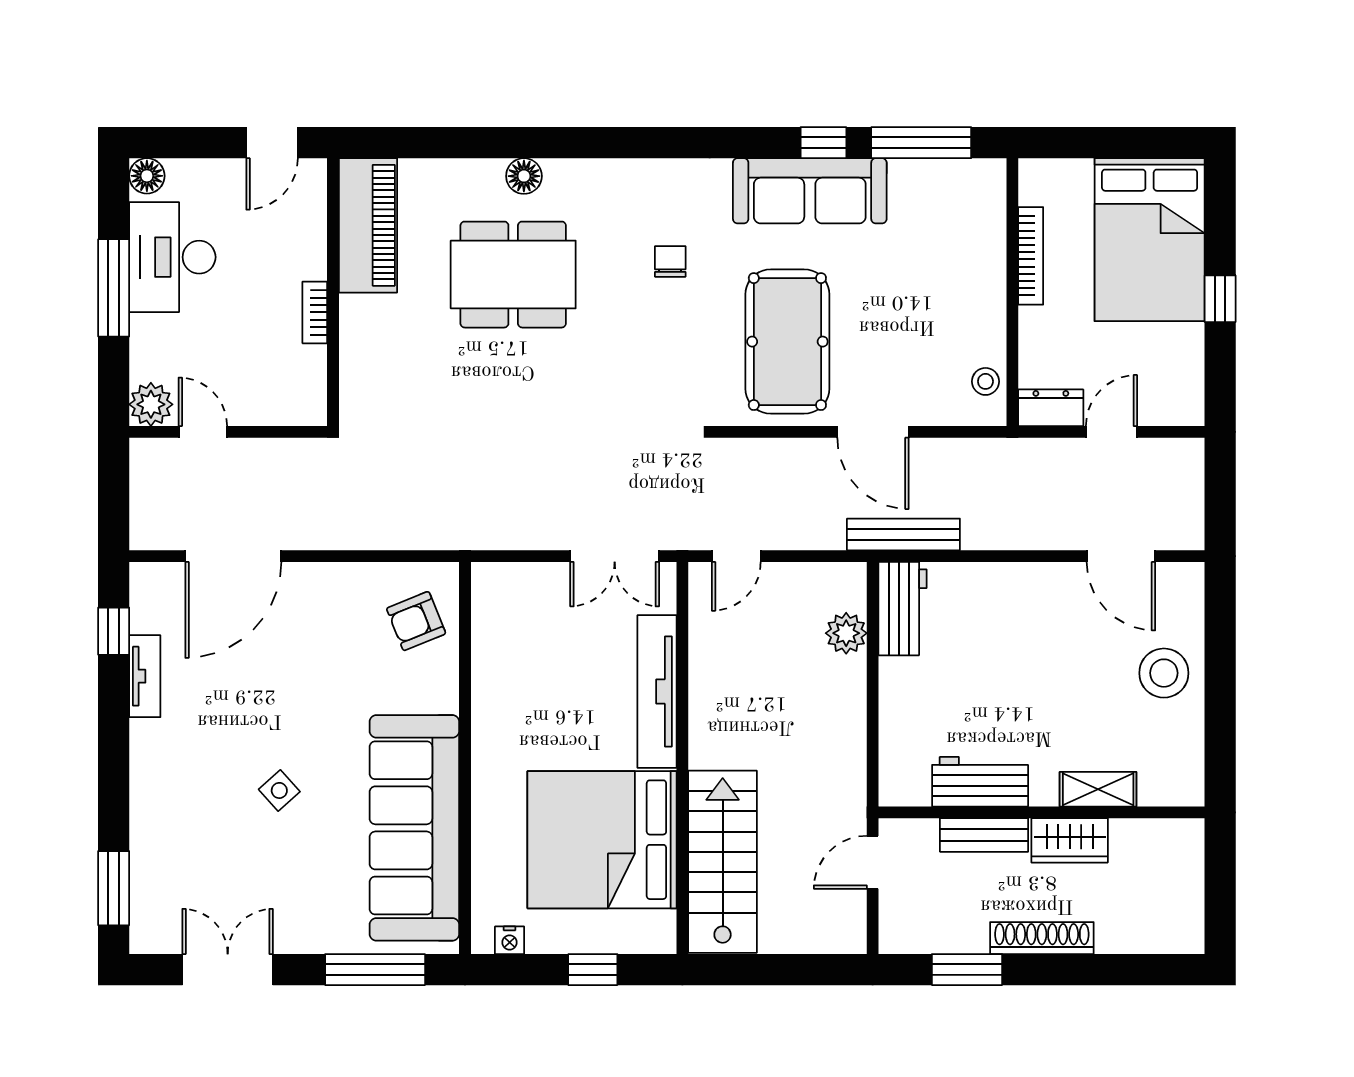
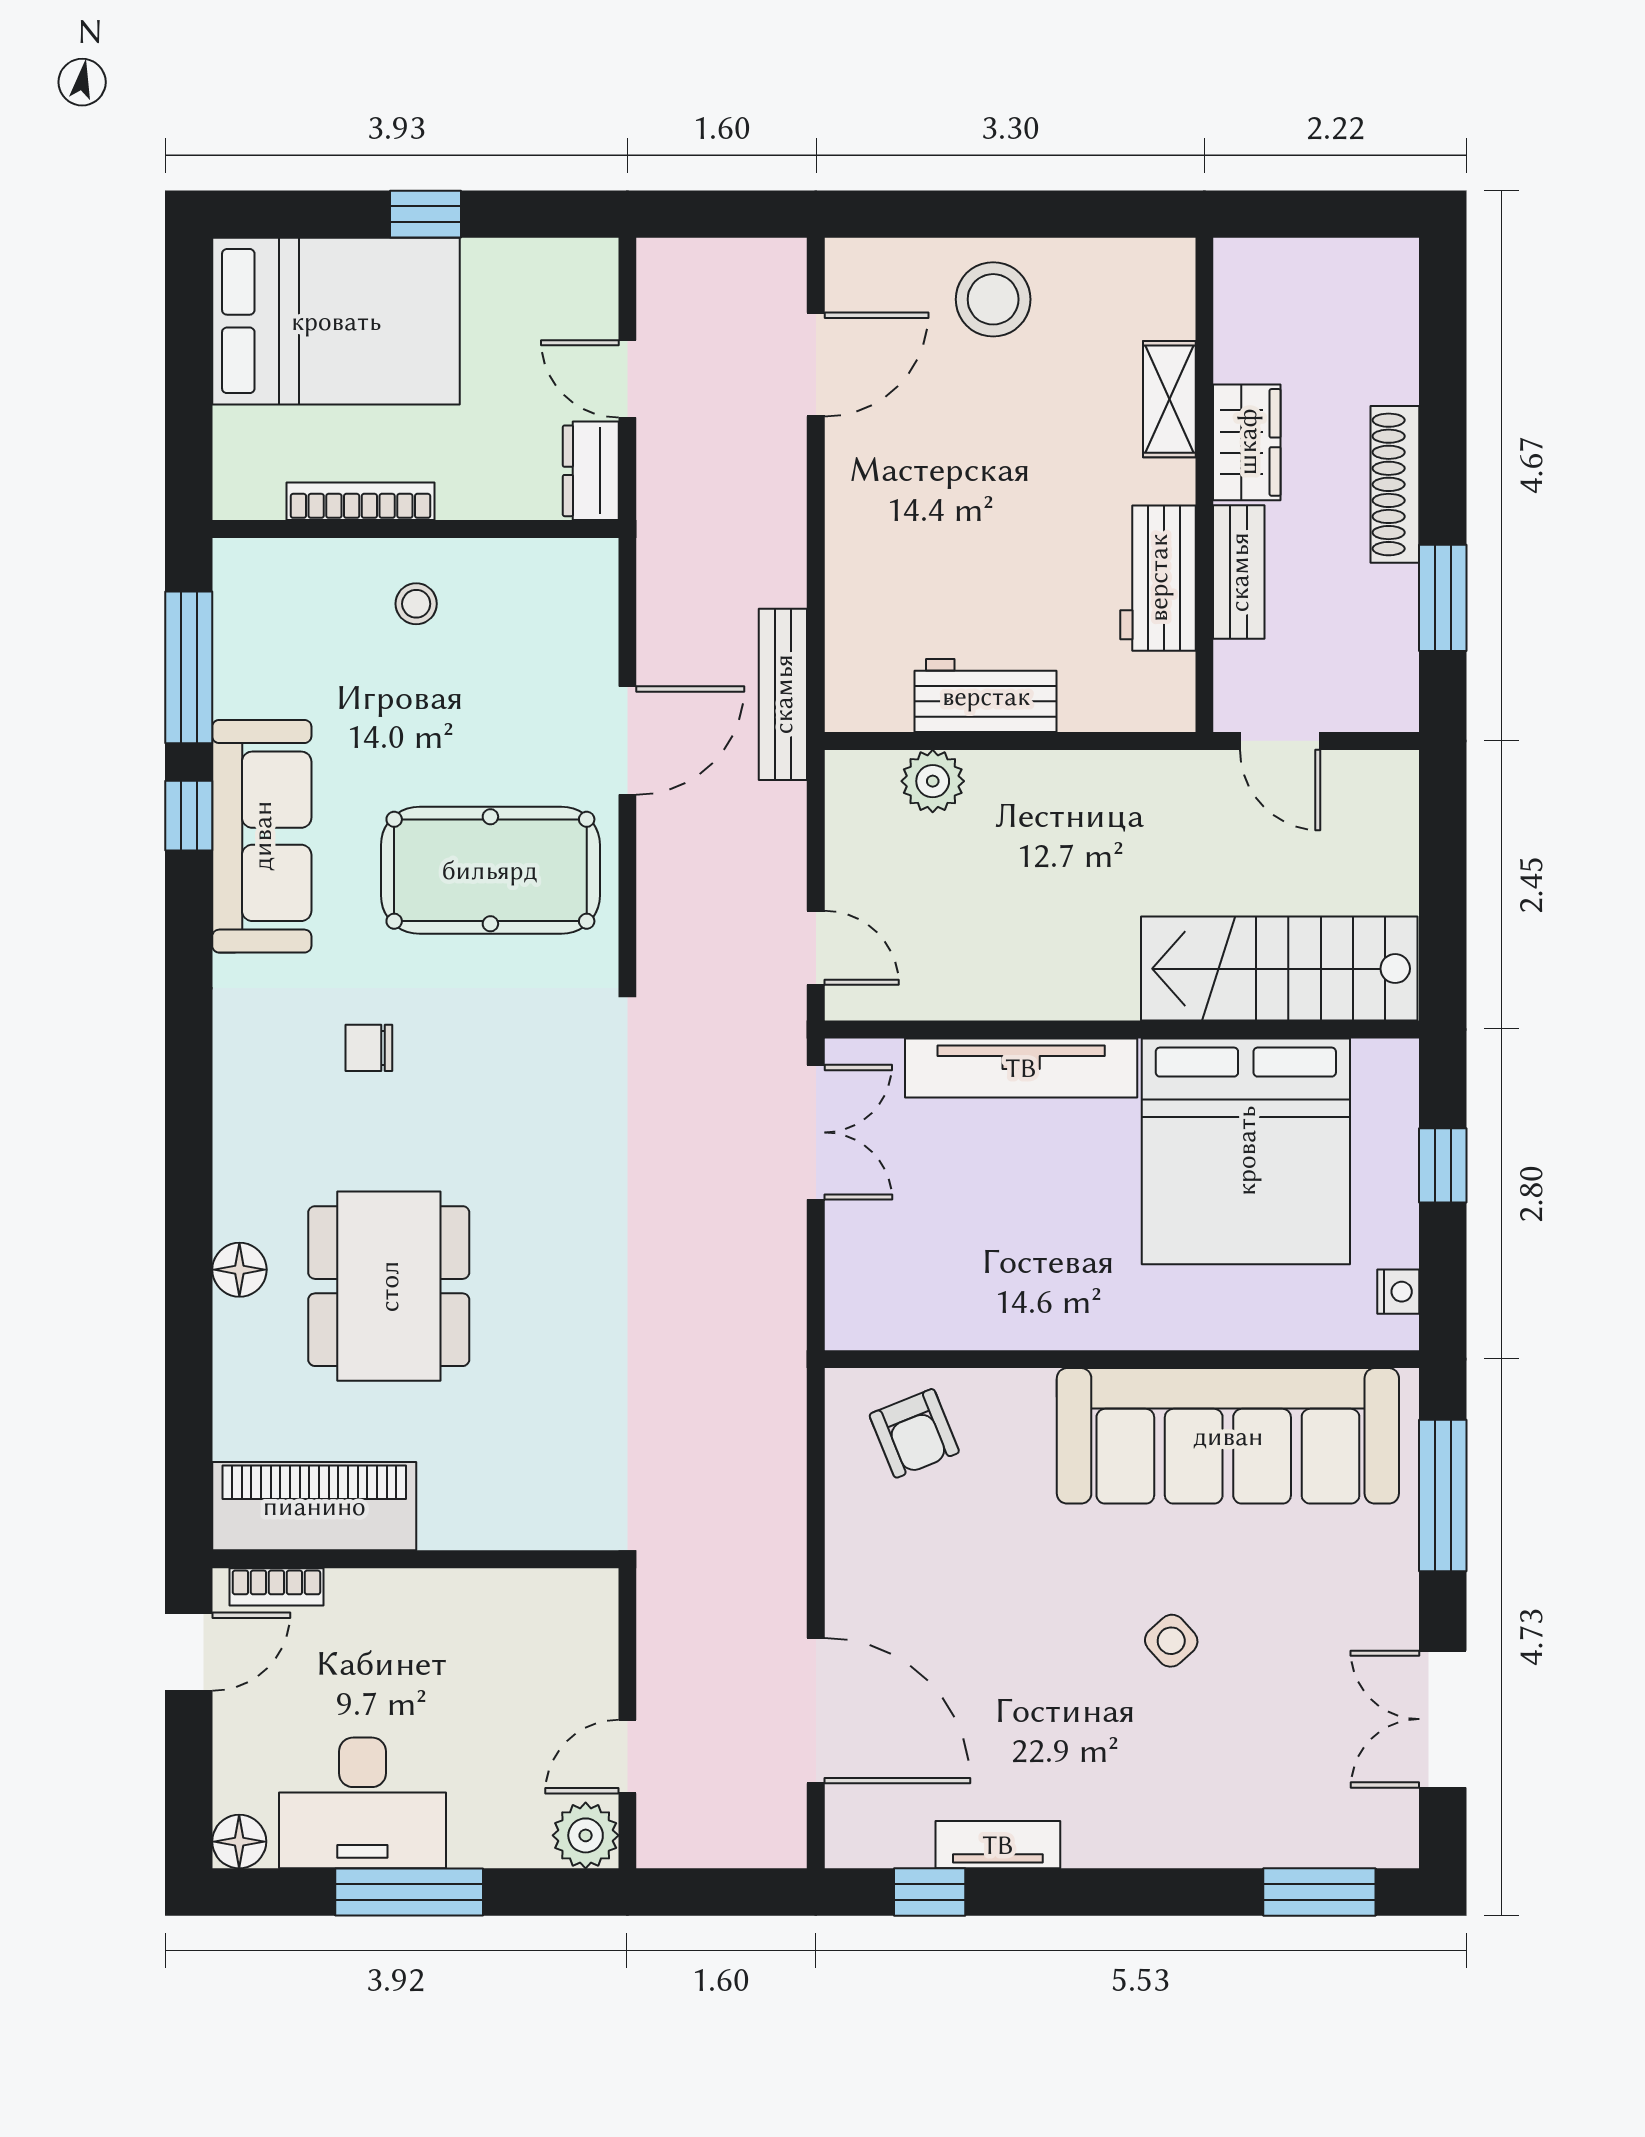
door: (272, 143) -> (189, 1652), hinge flipped
bookcase: (315, 312) -> (276, 1587), moved
stool: (985, 381) -> (416, 604), moved
workbench: (903, 609) -> (986, 696), moved

